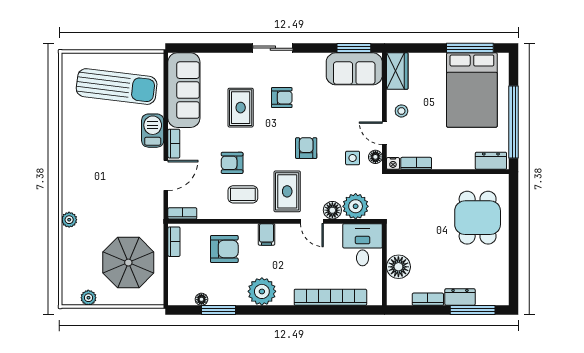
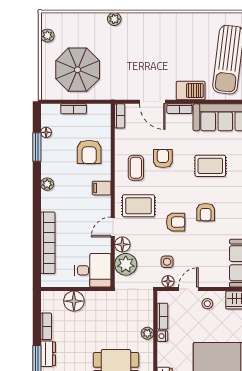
armchair: (282, 98) -> (206, 212), moved
nightstand: (393, 163) -> (162, 336), moved
plant: (436, 181) -> (147, 333), added
bookcase: (174, 242) -> (74, 109), moved
plant: (262, 291) -> (47, 184), width x0.53, depth x0.53

